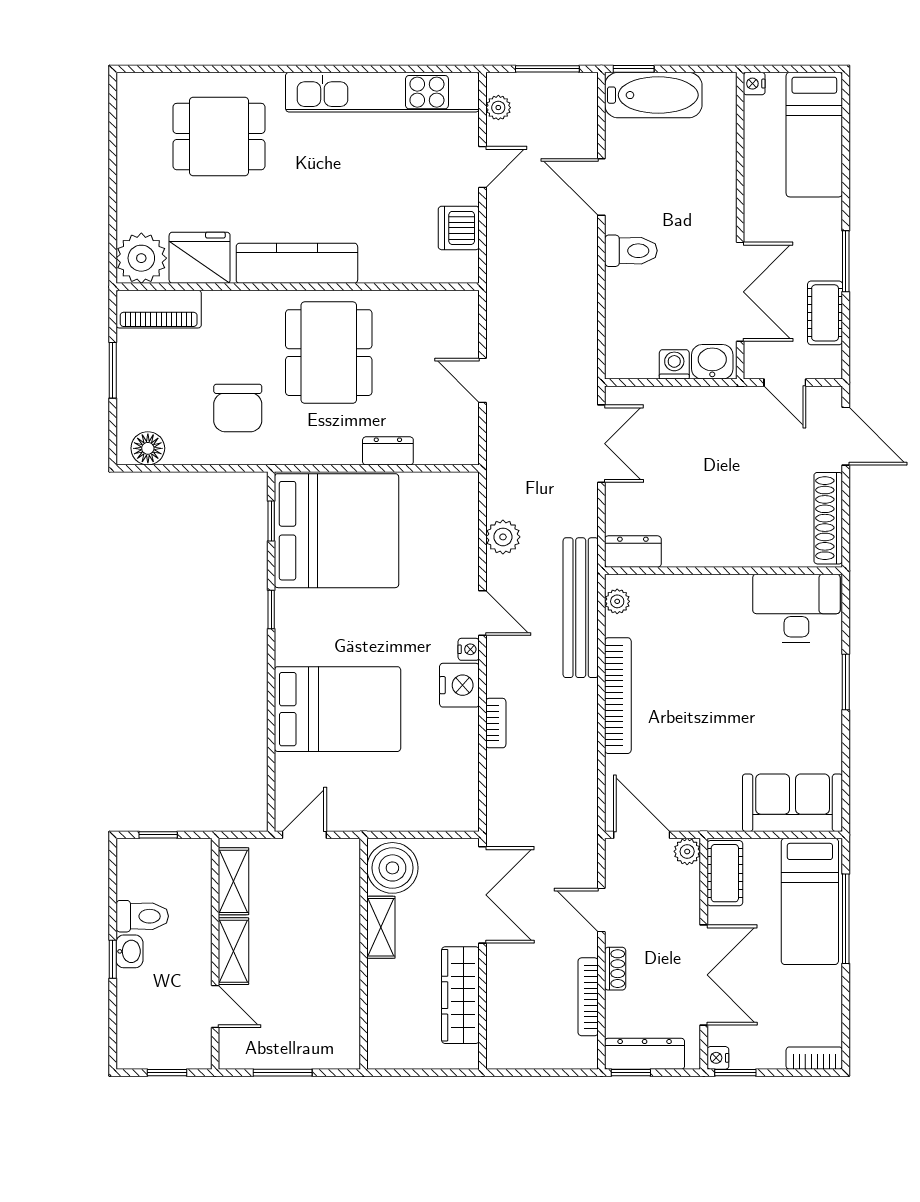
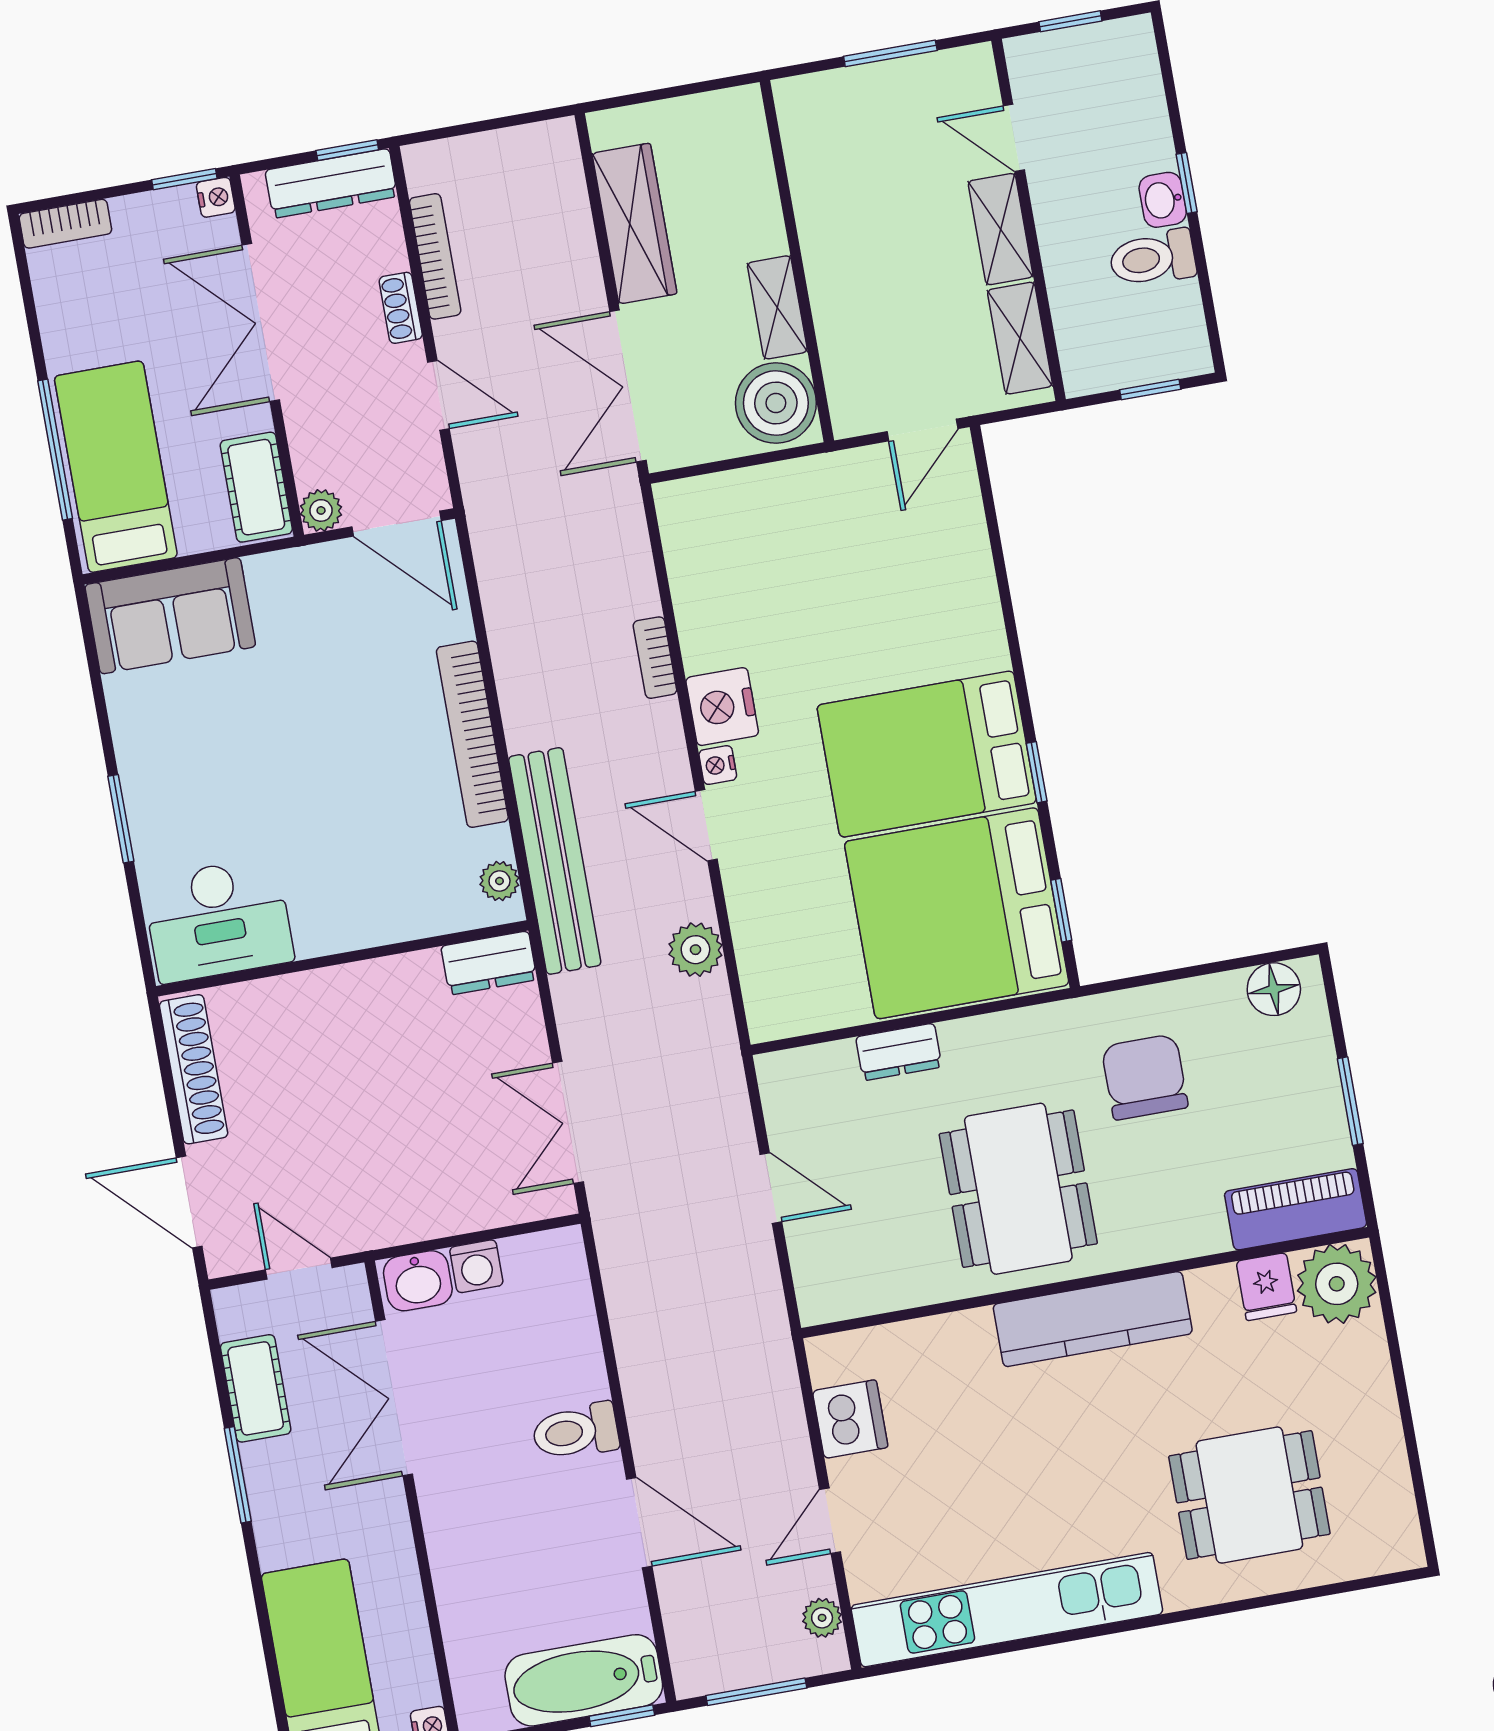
fridge: (200, 258) -> (1266, 1287), width x0.53, depth x0.75
bed: (338, 709) -> (927, 754), moved

